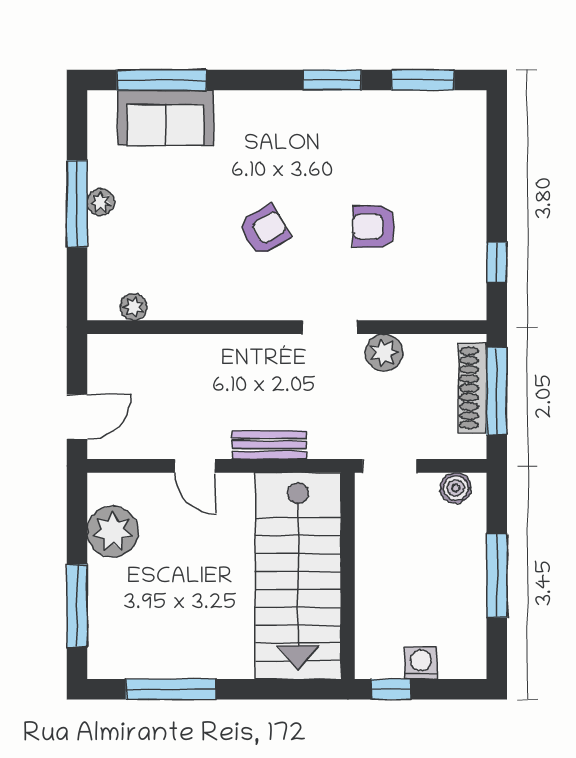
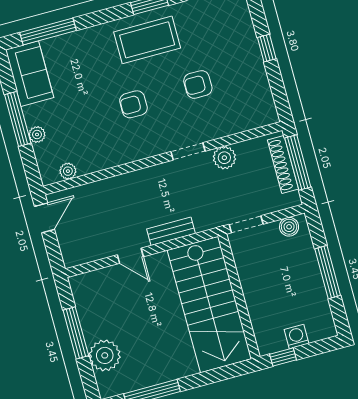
sofa: (165, 118) -> (30, 74), moved, turned -90
coffee table: (313, 135) -> (147, 40), added
plant: (101, 202) -> (37, 135), moved
armchair: (264, 230) -> (133, 104), turned -150
window: (497, 263) -> (267, 48), moved
door: (77, 417) -> (45, 218), moved
plant: (113, 532) -> (105, 355), moved
window: (77, 606) -> (76, 333), moved

